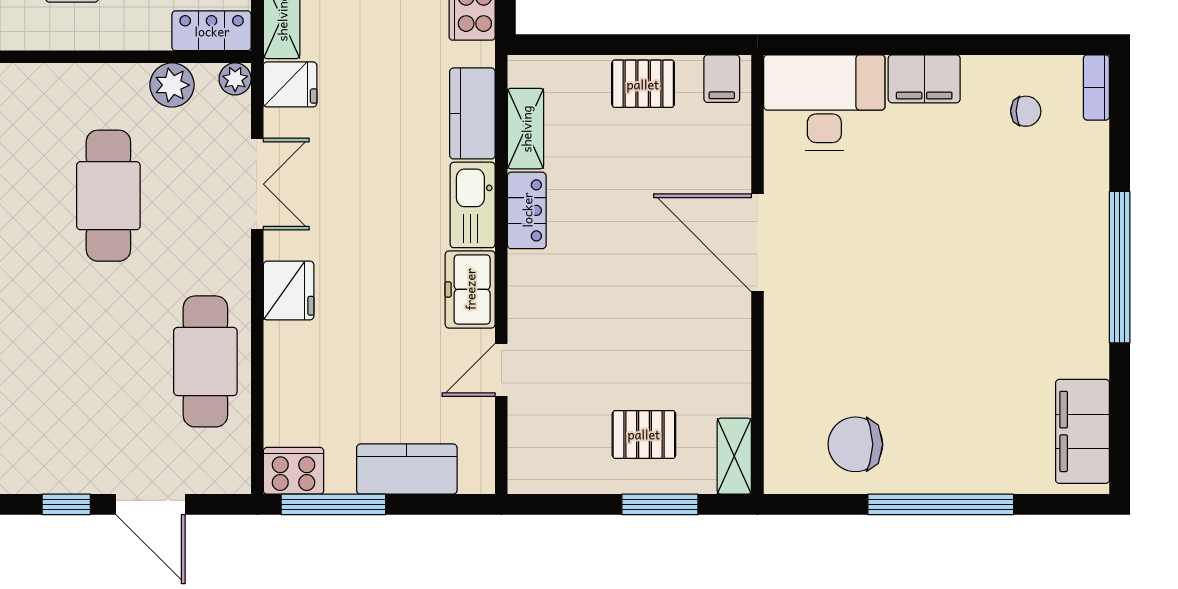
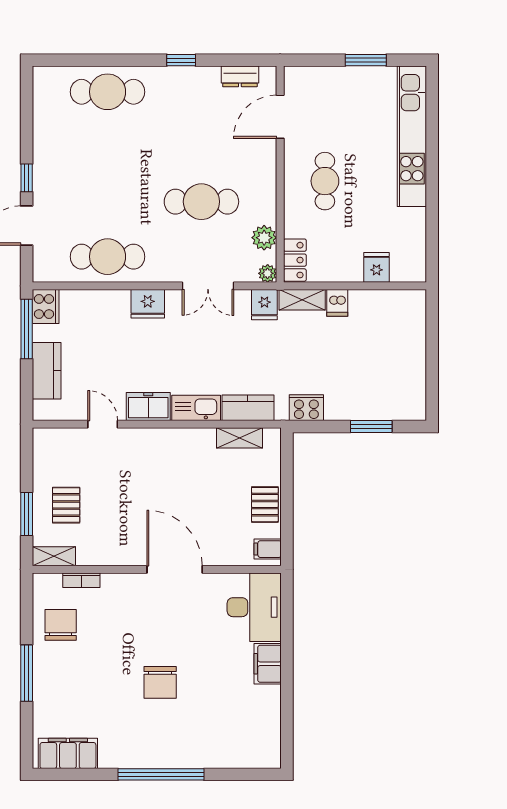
bookcase: (1096, 87) -> (81, 580), moved, turned 180
chair: (1026, 111) -> (160, 682), moved, width x1.87, depth x1.87
locker: (527, 210) -> (193, 439), removed
door: (758, 243) -> (175, 569), hinge flipped
window: (941, 504) -> (27, 673), width x0.68

